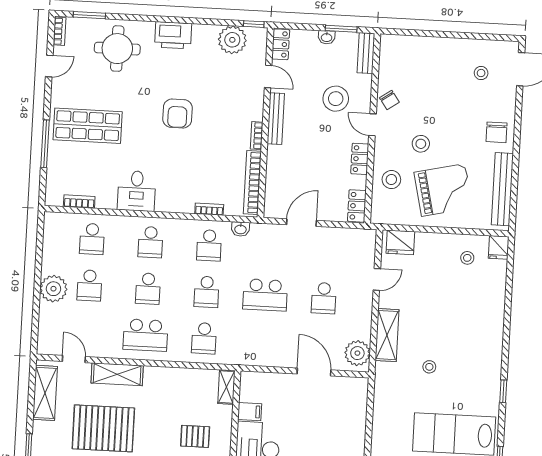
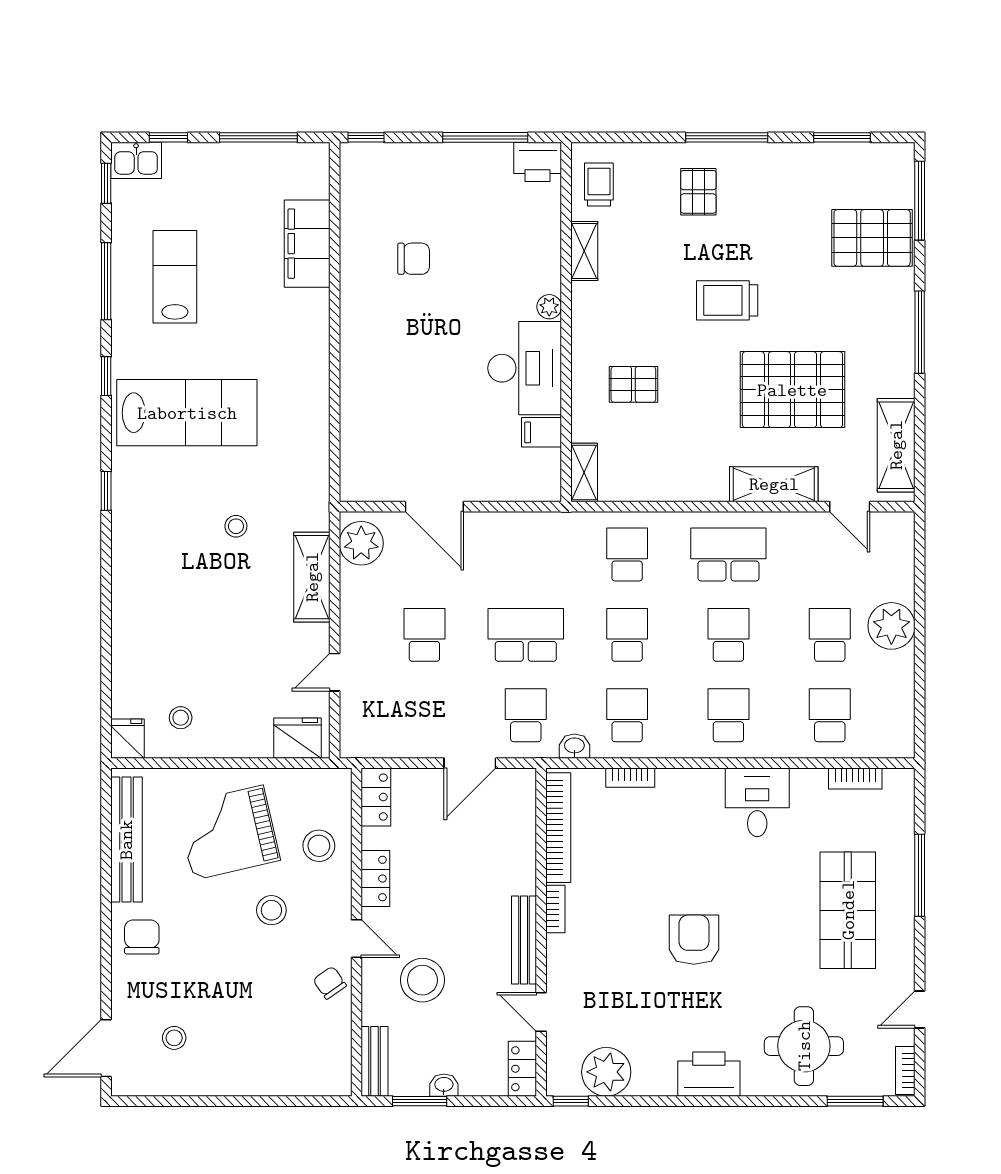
shop shelf: (88, 126) -> (848, 910), turned 90
school desk: (268, 248) -> (526, 715), added

